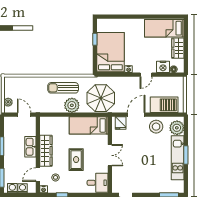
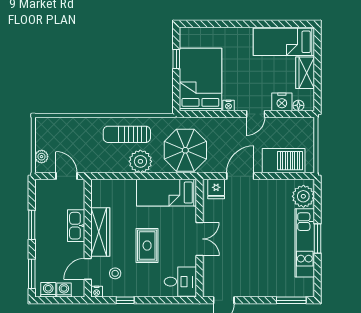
stool: (156, 127) -> (271, 194), removed

